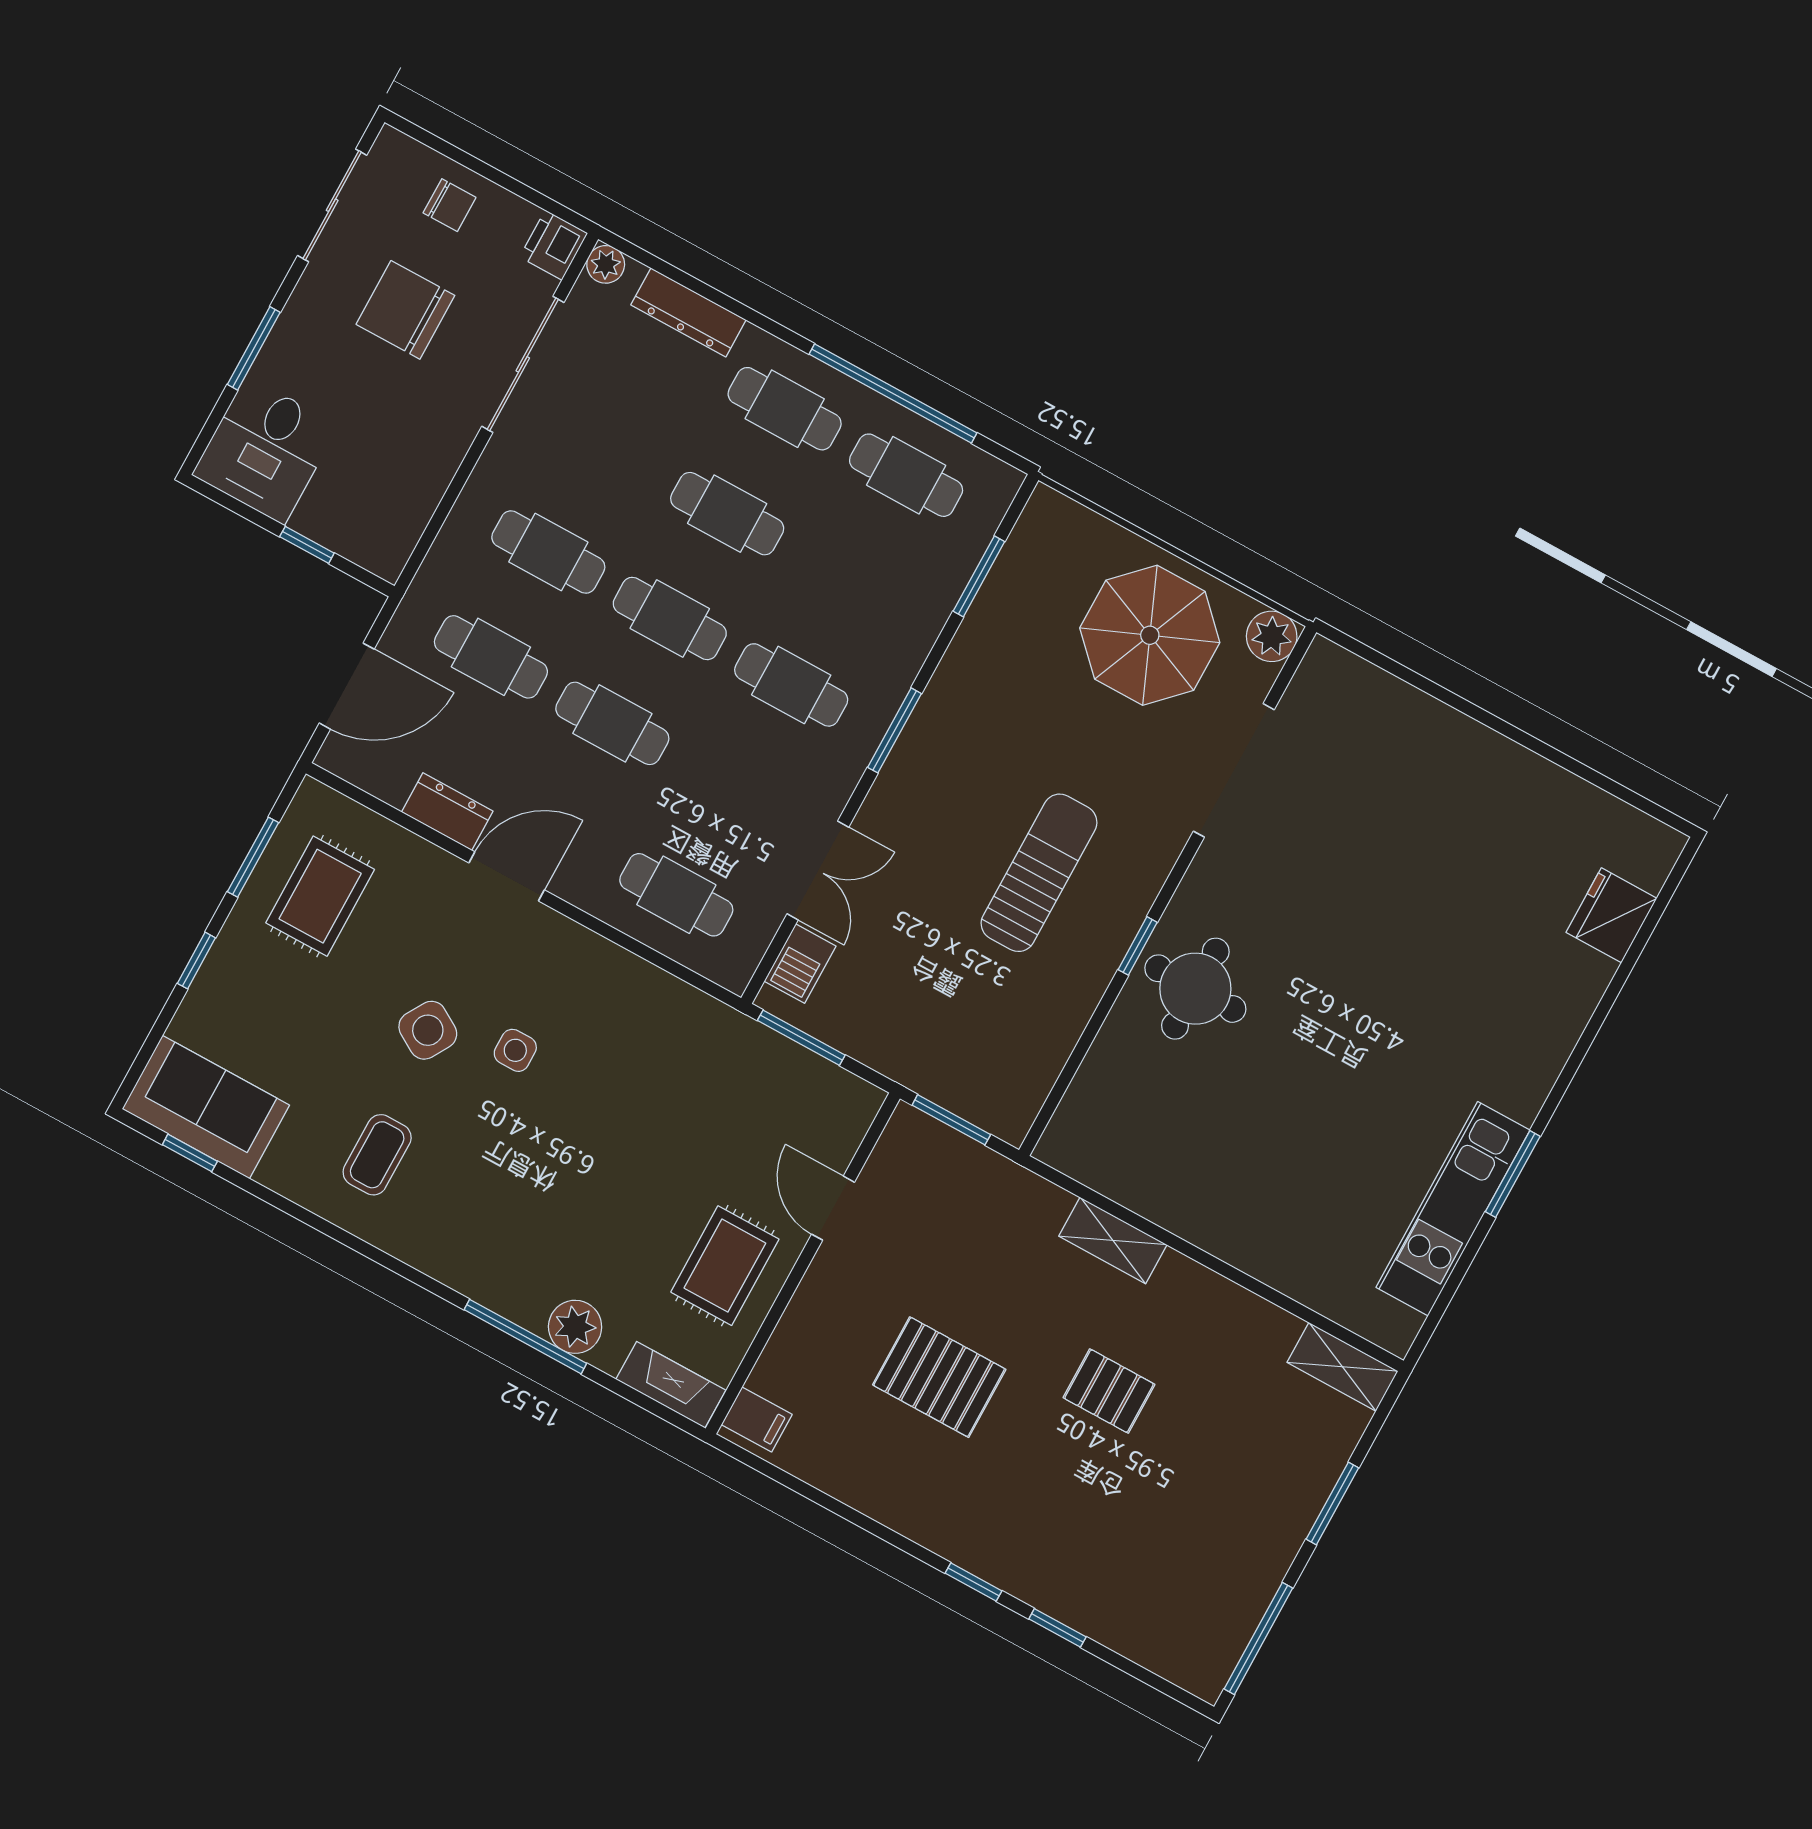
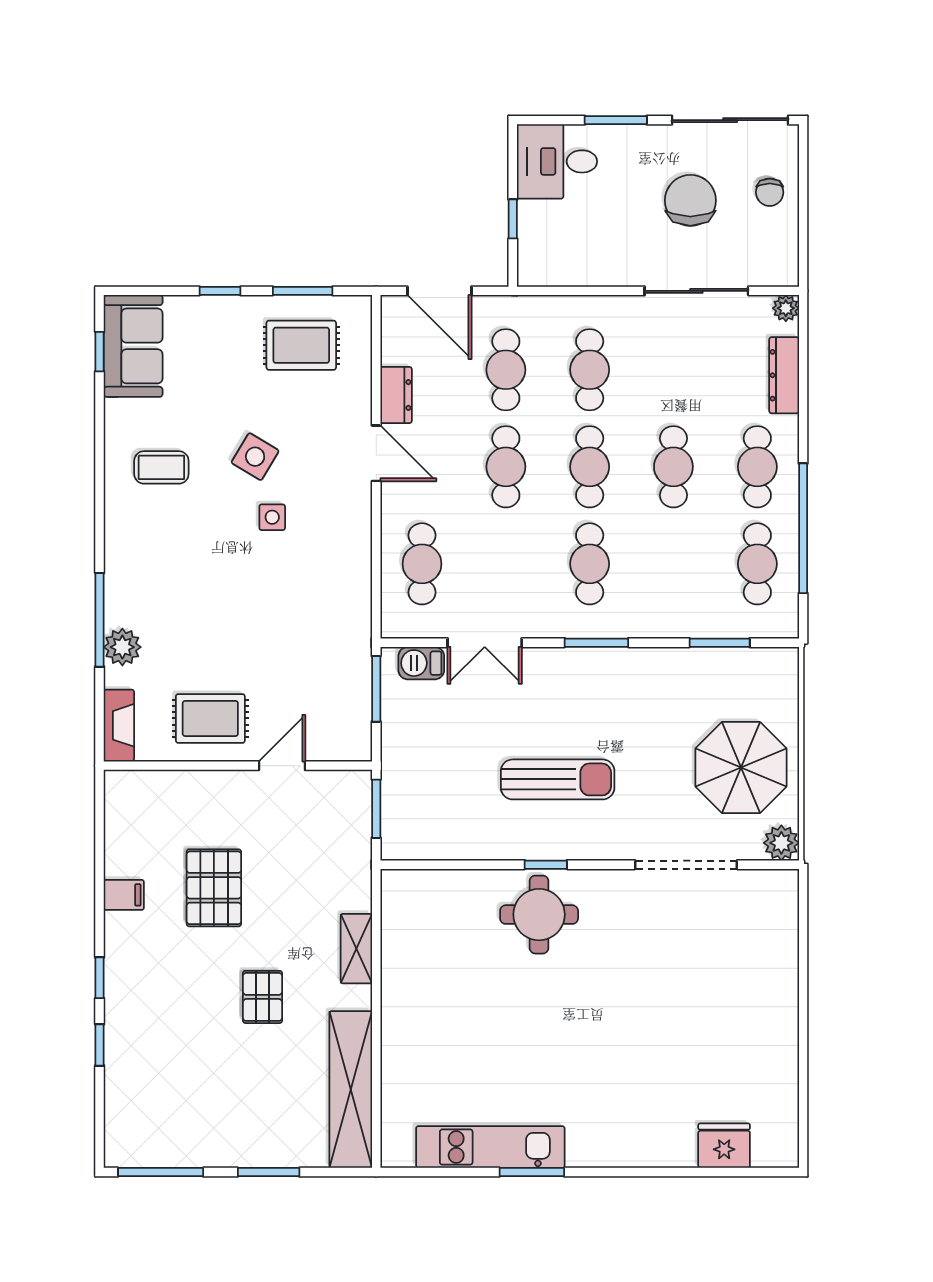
sliding door: (332, 205) -> (730, 120), width x1.37
printer: (554, 245) -> (780, 270), removed
shelving: (1343, 1367) -> (351, 1090), width x2.20, depth x1.33
filing cabinet: (757, 1420) -> (124, 895), moved, turned -90

